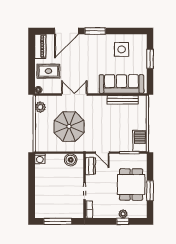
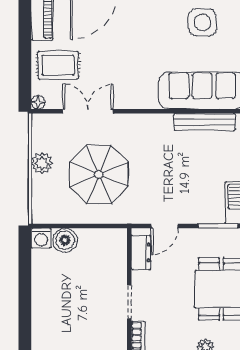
double door: (74, 94) -> (88, 111), moved
plant: (40, 107) -> (42, 163), moved
door: (102, 153) -> (165, 226), hinge flipped
boiler: (71, 160) -> (65, 240), moved

